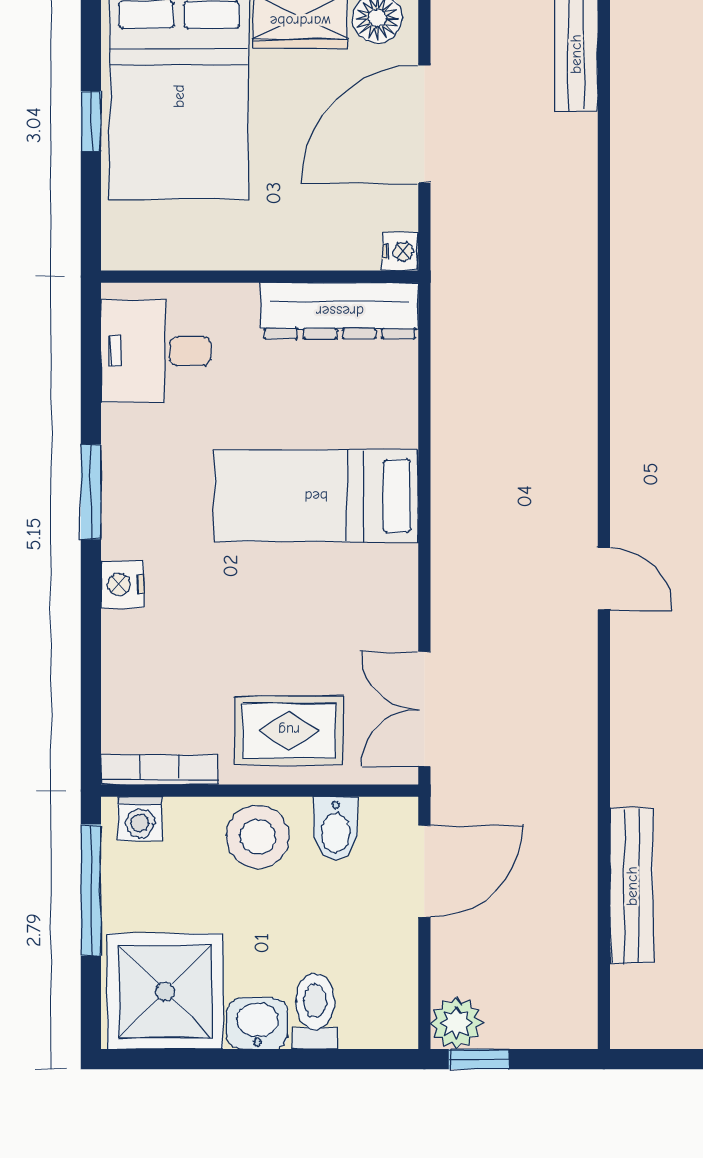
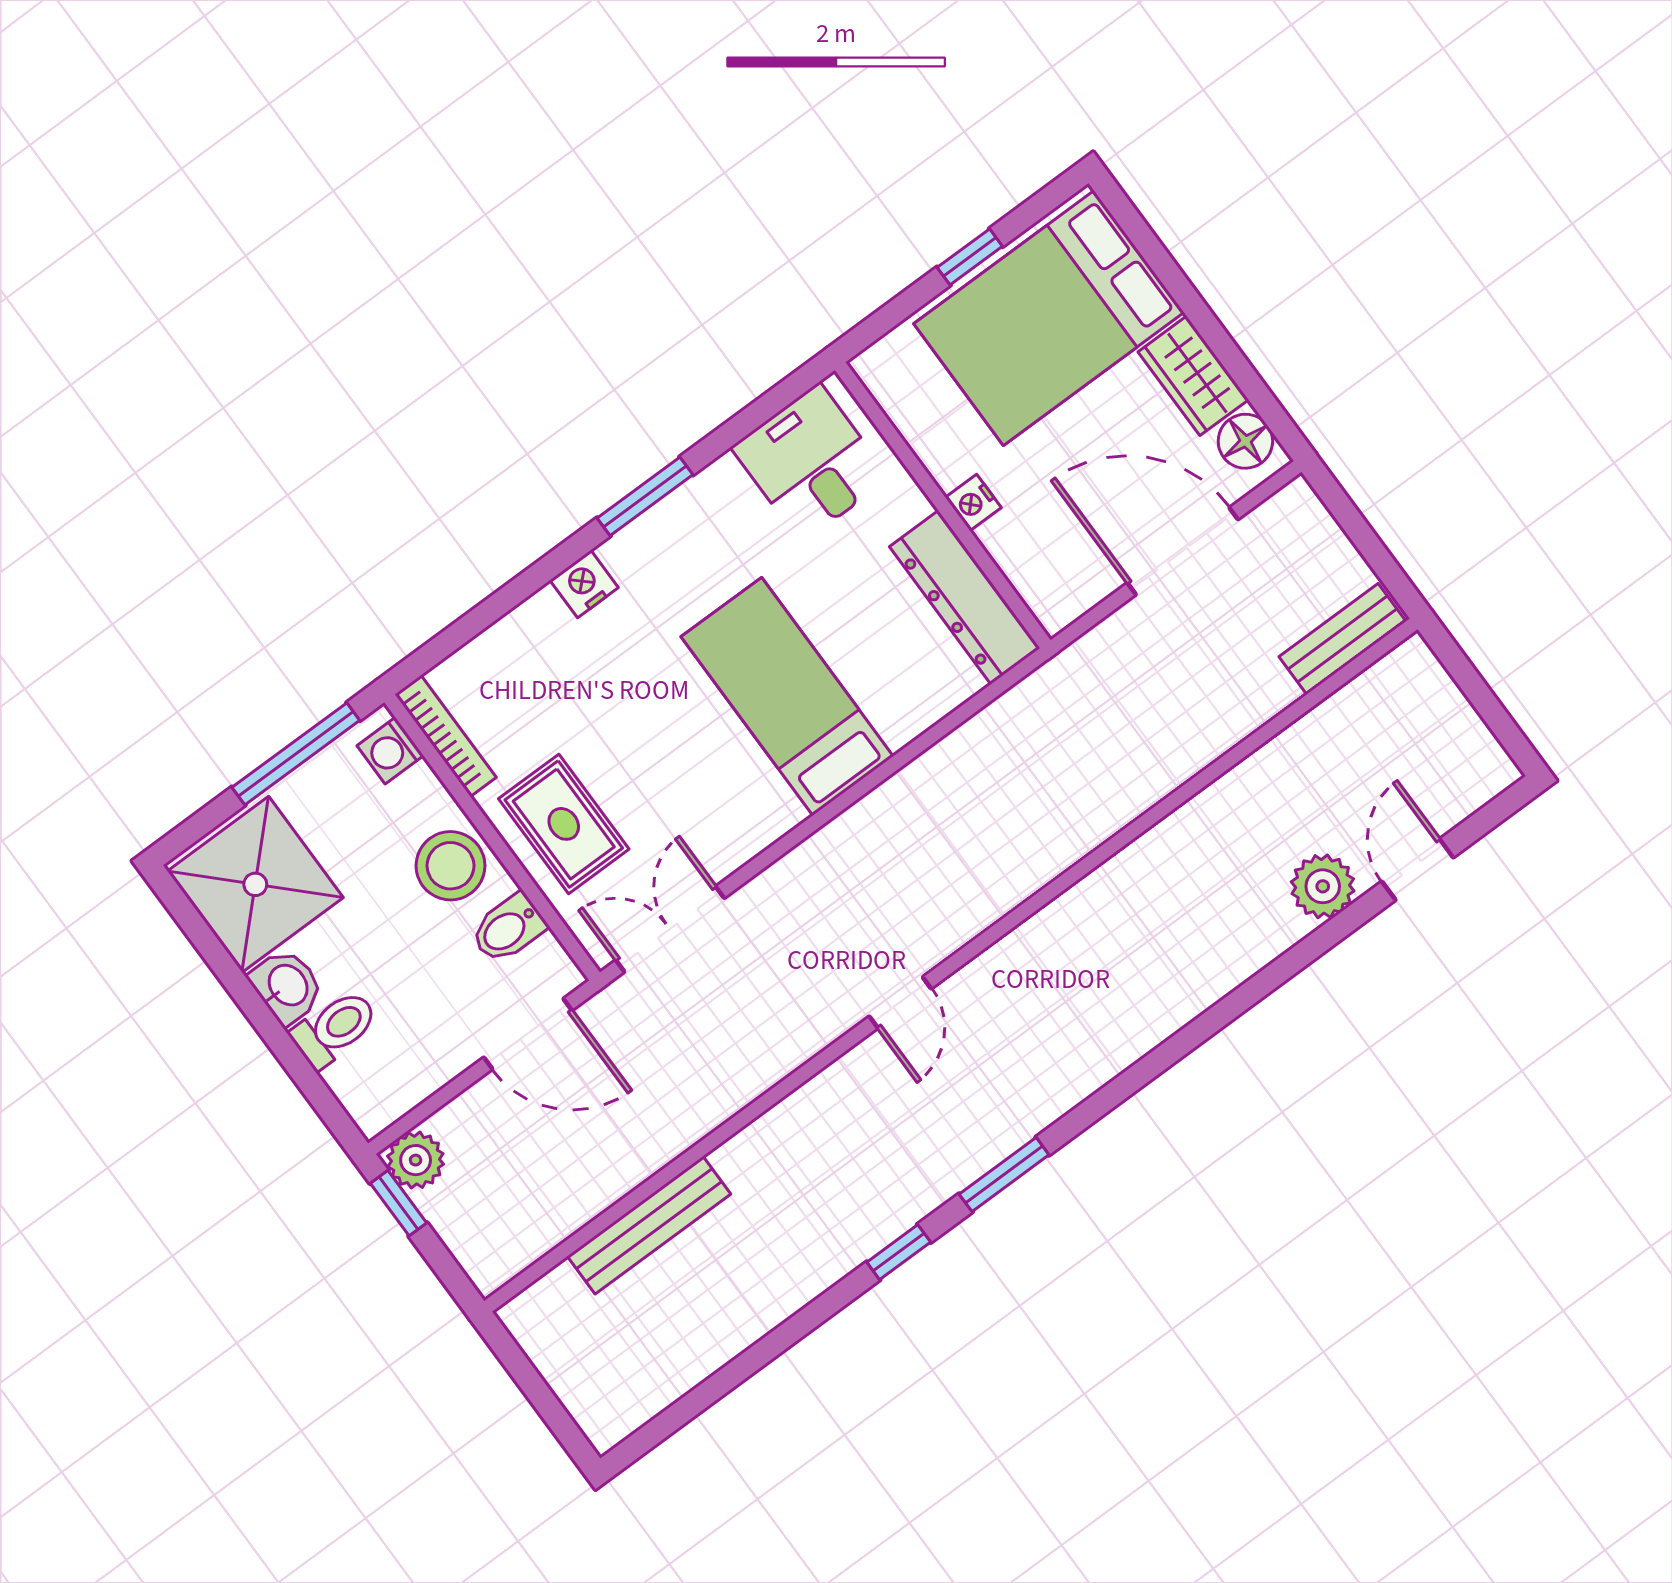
nightstand: (400, 251) -> (973, 503), moved, turned 90

